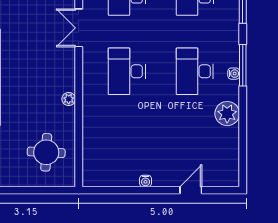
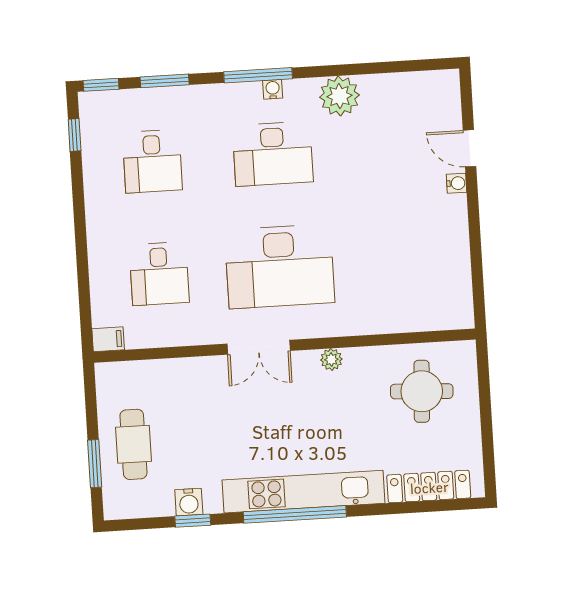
double door: (79, 28) -> (259, 347), moved
desk: (127, 71) -> (280, 266), width x1.36, depth x1.30
water cooler: (146, 181) -> (457, 183), moved

